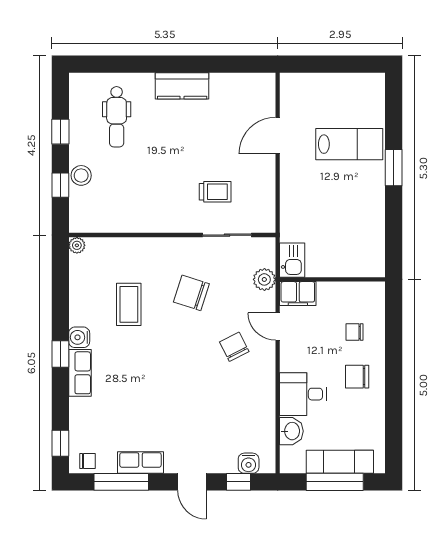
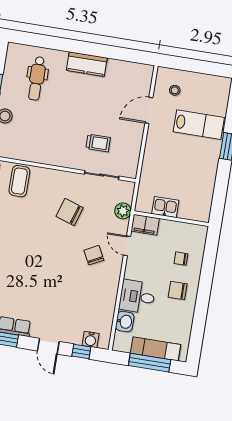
stool: (309, 102) -> (175, 90), added
kitchen sink: (292, 260) -> (165, 207), moved, turned -90
coffee table: (129, 304) -> (19, 181), moved

